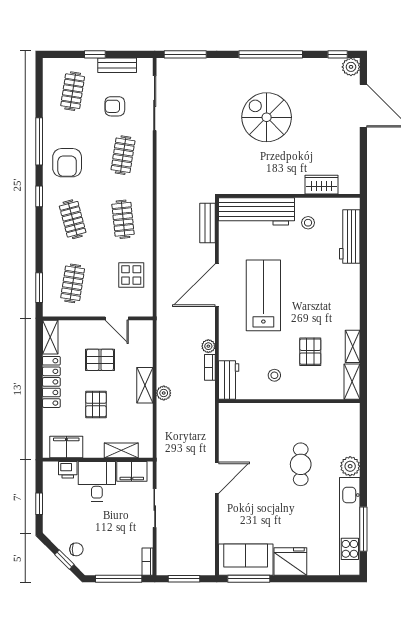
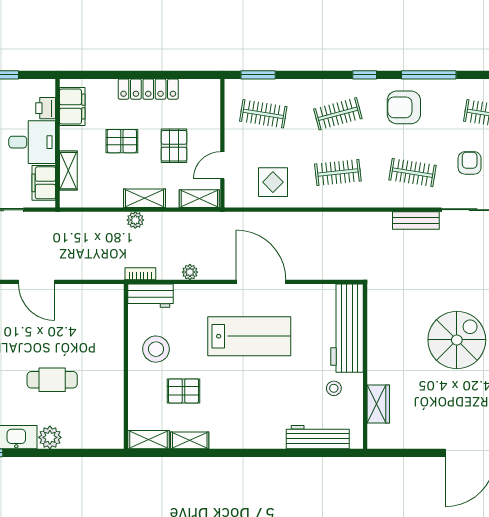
bench: (207, 223) -> (416, 220), moved
shelving: (50, 337) -> (199, 199), moved
bookcase: (210, 367) -> (140, 274), moved
stool: (274, 375) -> (156, 349), width x1.89, depth x1.89

